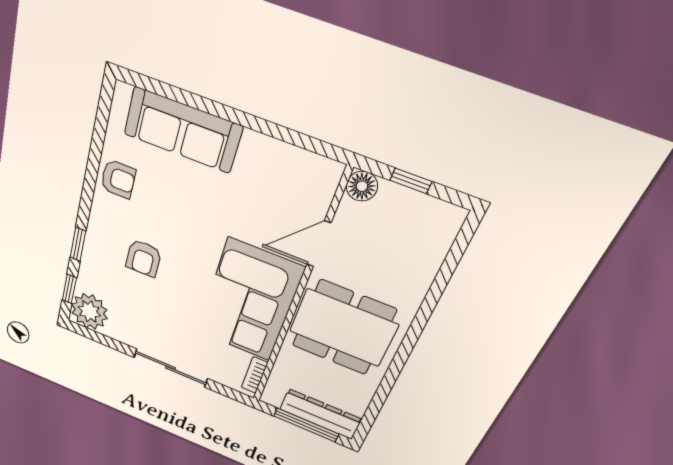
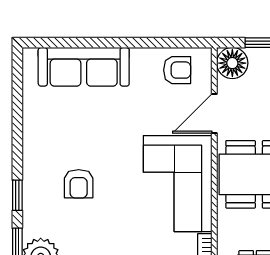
armchair: (118, 179) -> (177, 70), moved
floor lamp: (362, 186) -> (232, 63), width x1.38, depth x1.38

